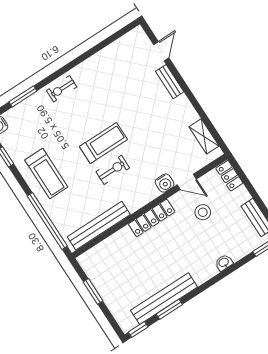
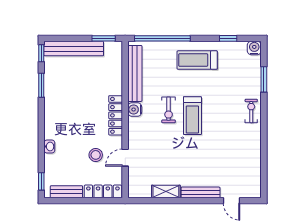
bench: (170, 82) -> (200, 192), width x1.36
shelving: (204, 136) -> (166, 191), moved
locker: (229, 176) -> (103, 191), width x1.53
water cooler: (165, 183) -> (135, 109), moved
window: (93, 291) -> (104, 38), moved
bench: (164, 299) -> (74, 49), moved, turned 90

